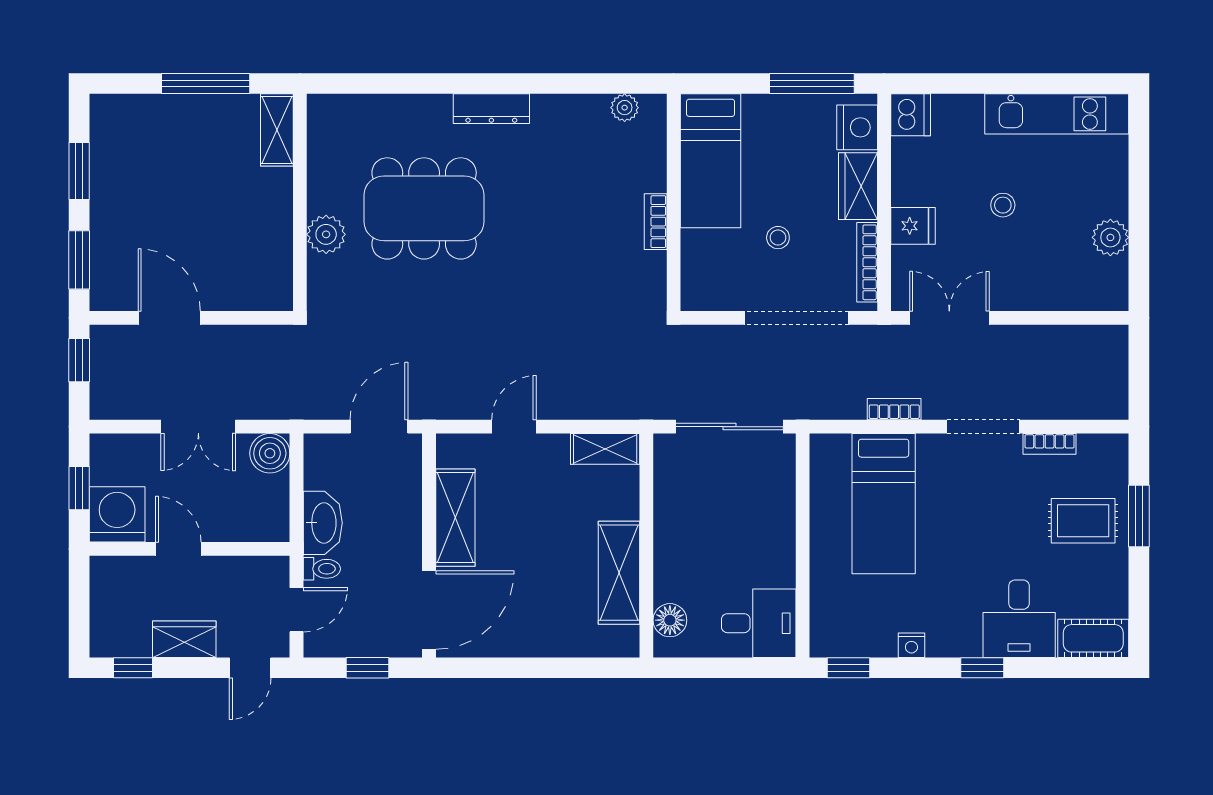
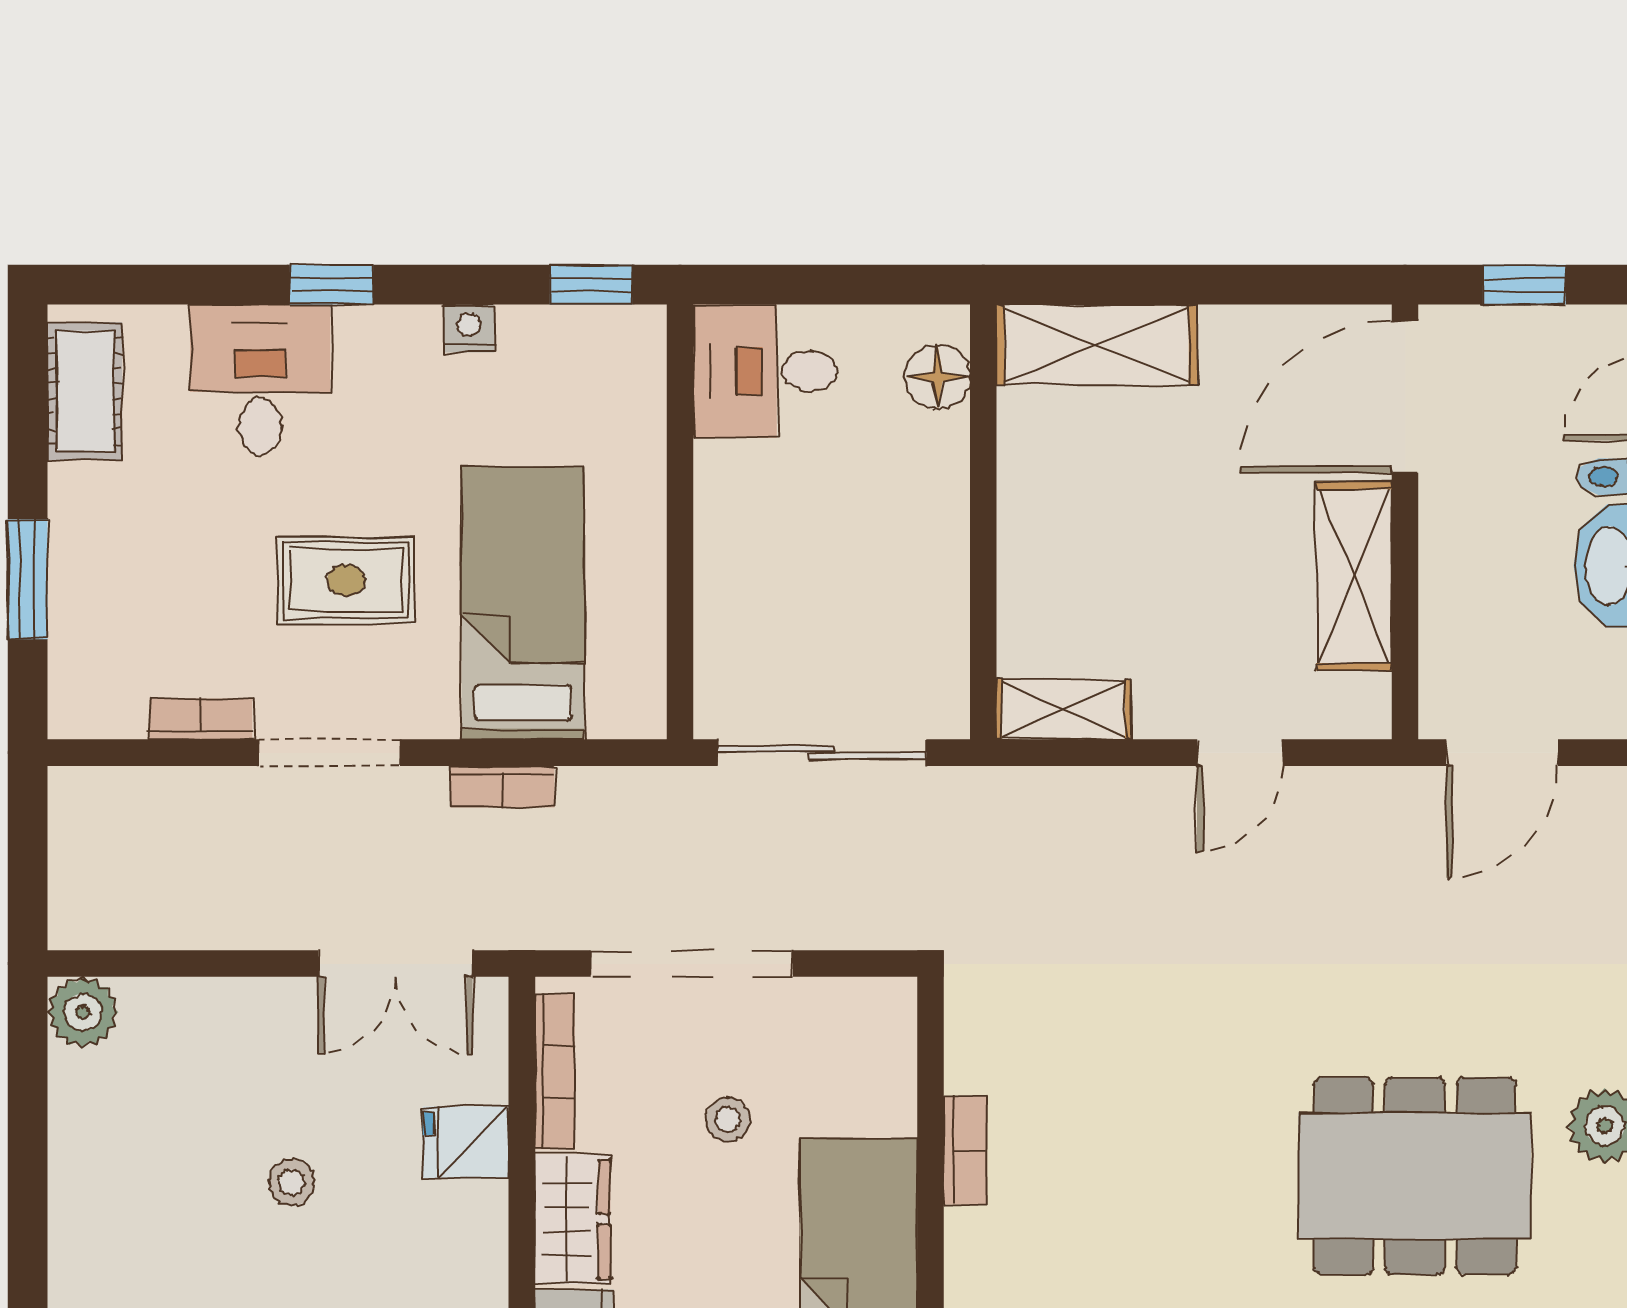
plant: (1110, 237) -> (83, 1012), moved
rug: (1083, 521) -> (346, 580), moved
shelving: (619, 573) -> (1097, 345), moved, turned 90
cot: (1093, 638) -> (85, 391), moved, turned 90

